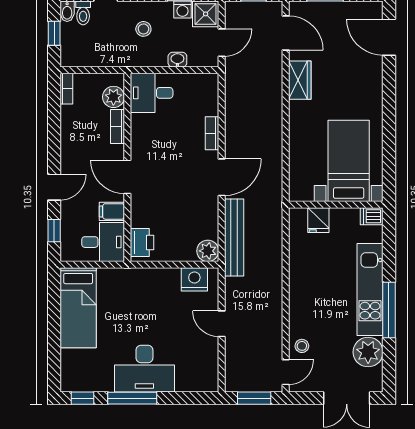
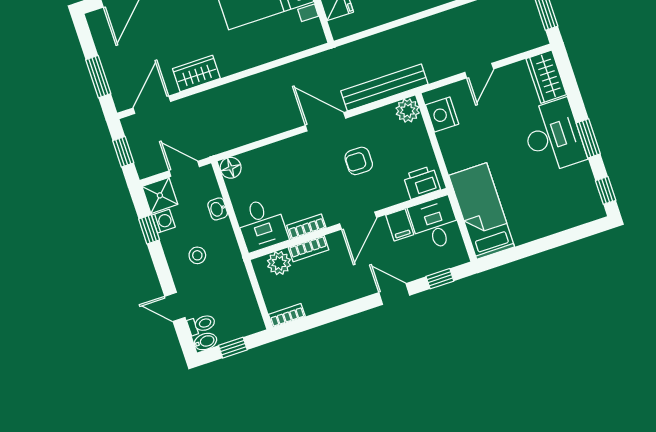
floor lamp: (209, 83) -> (231, 168), added
bookcase: (212, 133) -> (306, 227), moved, turned 180
armchair: (178, 195) -> (359, 161), added
bed: (78, 308) -> (482, 211), moved, turned -90
wardrobe: (197, 380) -> (546, 77), added
window: (132, 398) -> (588, 138), width x0.69

